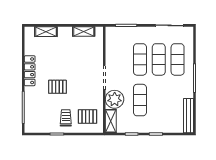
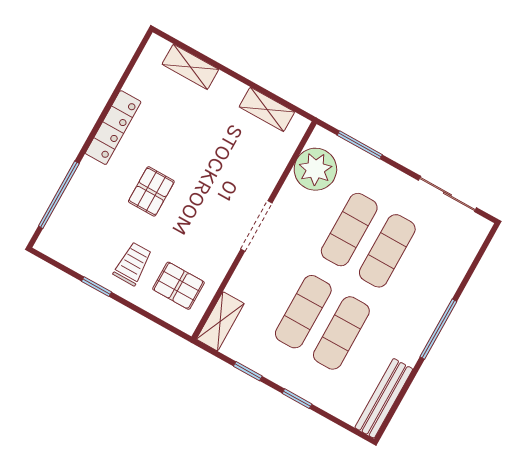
exercise mat: (178, 59) -> (341, 333), moved
pallet: (57, 87) -> (151, 191), turned 90
plant: (115, 99) -> (315, 169), moved

